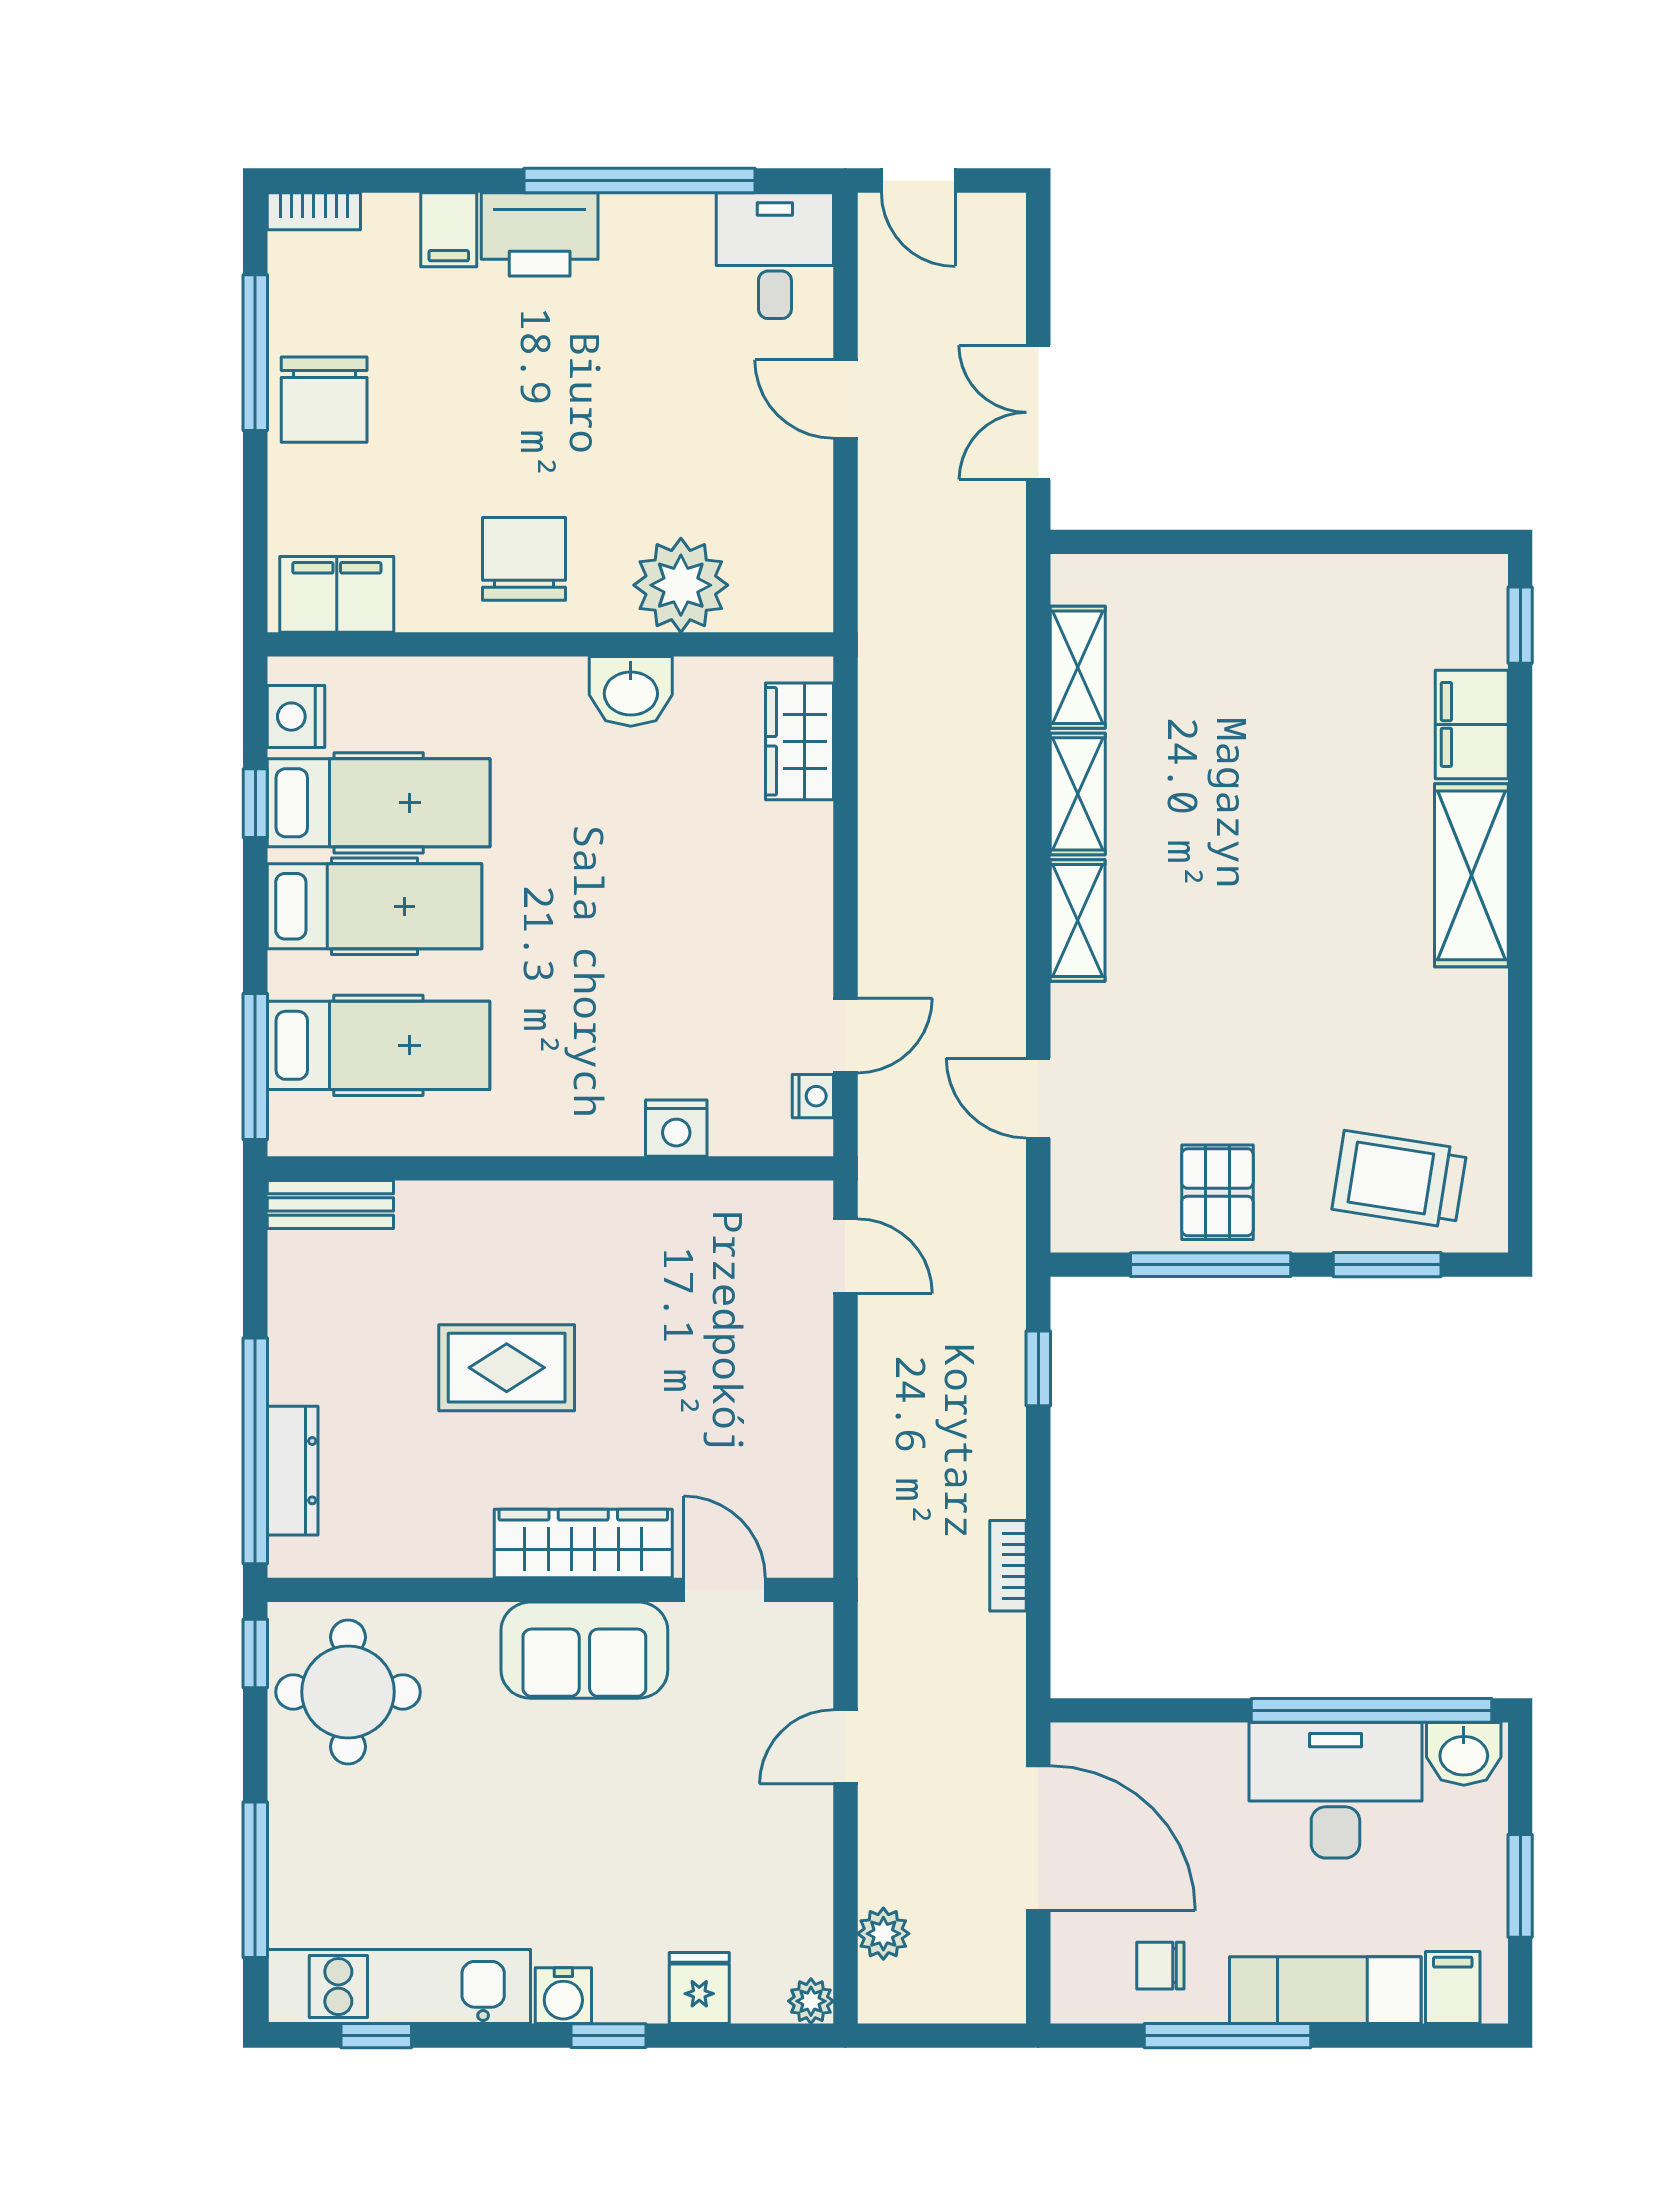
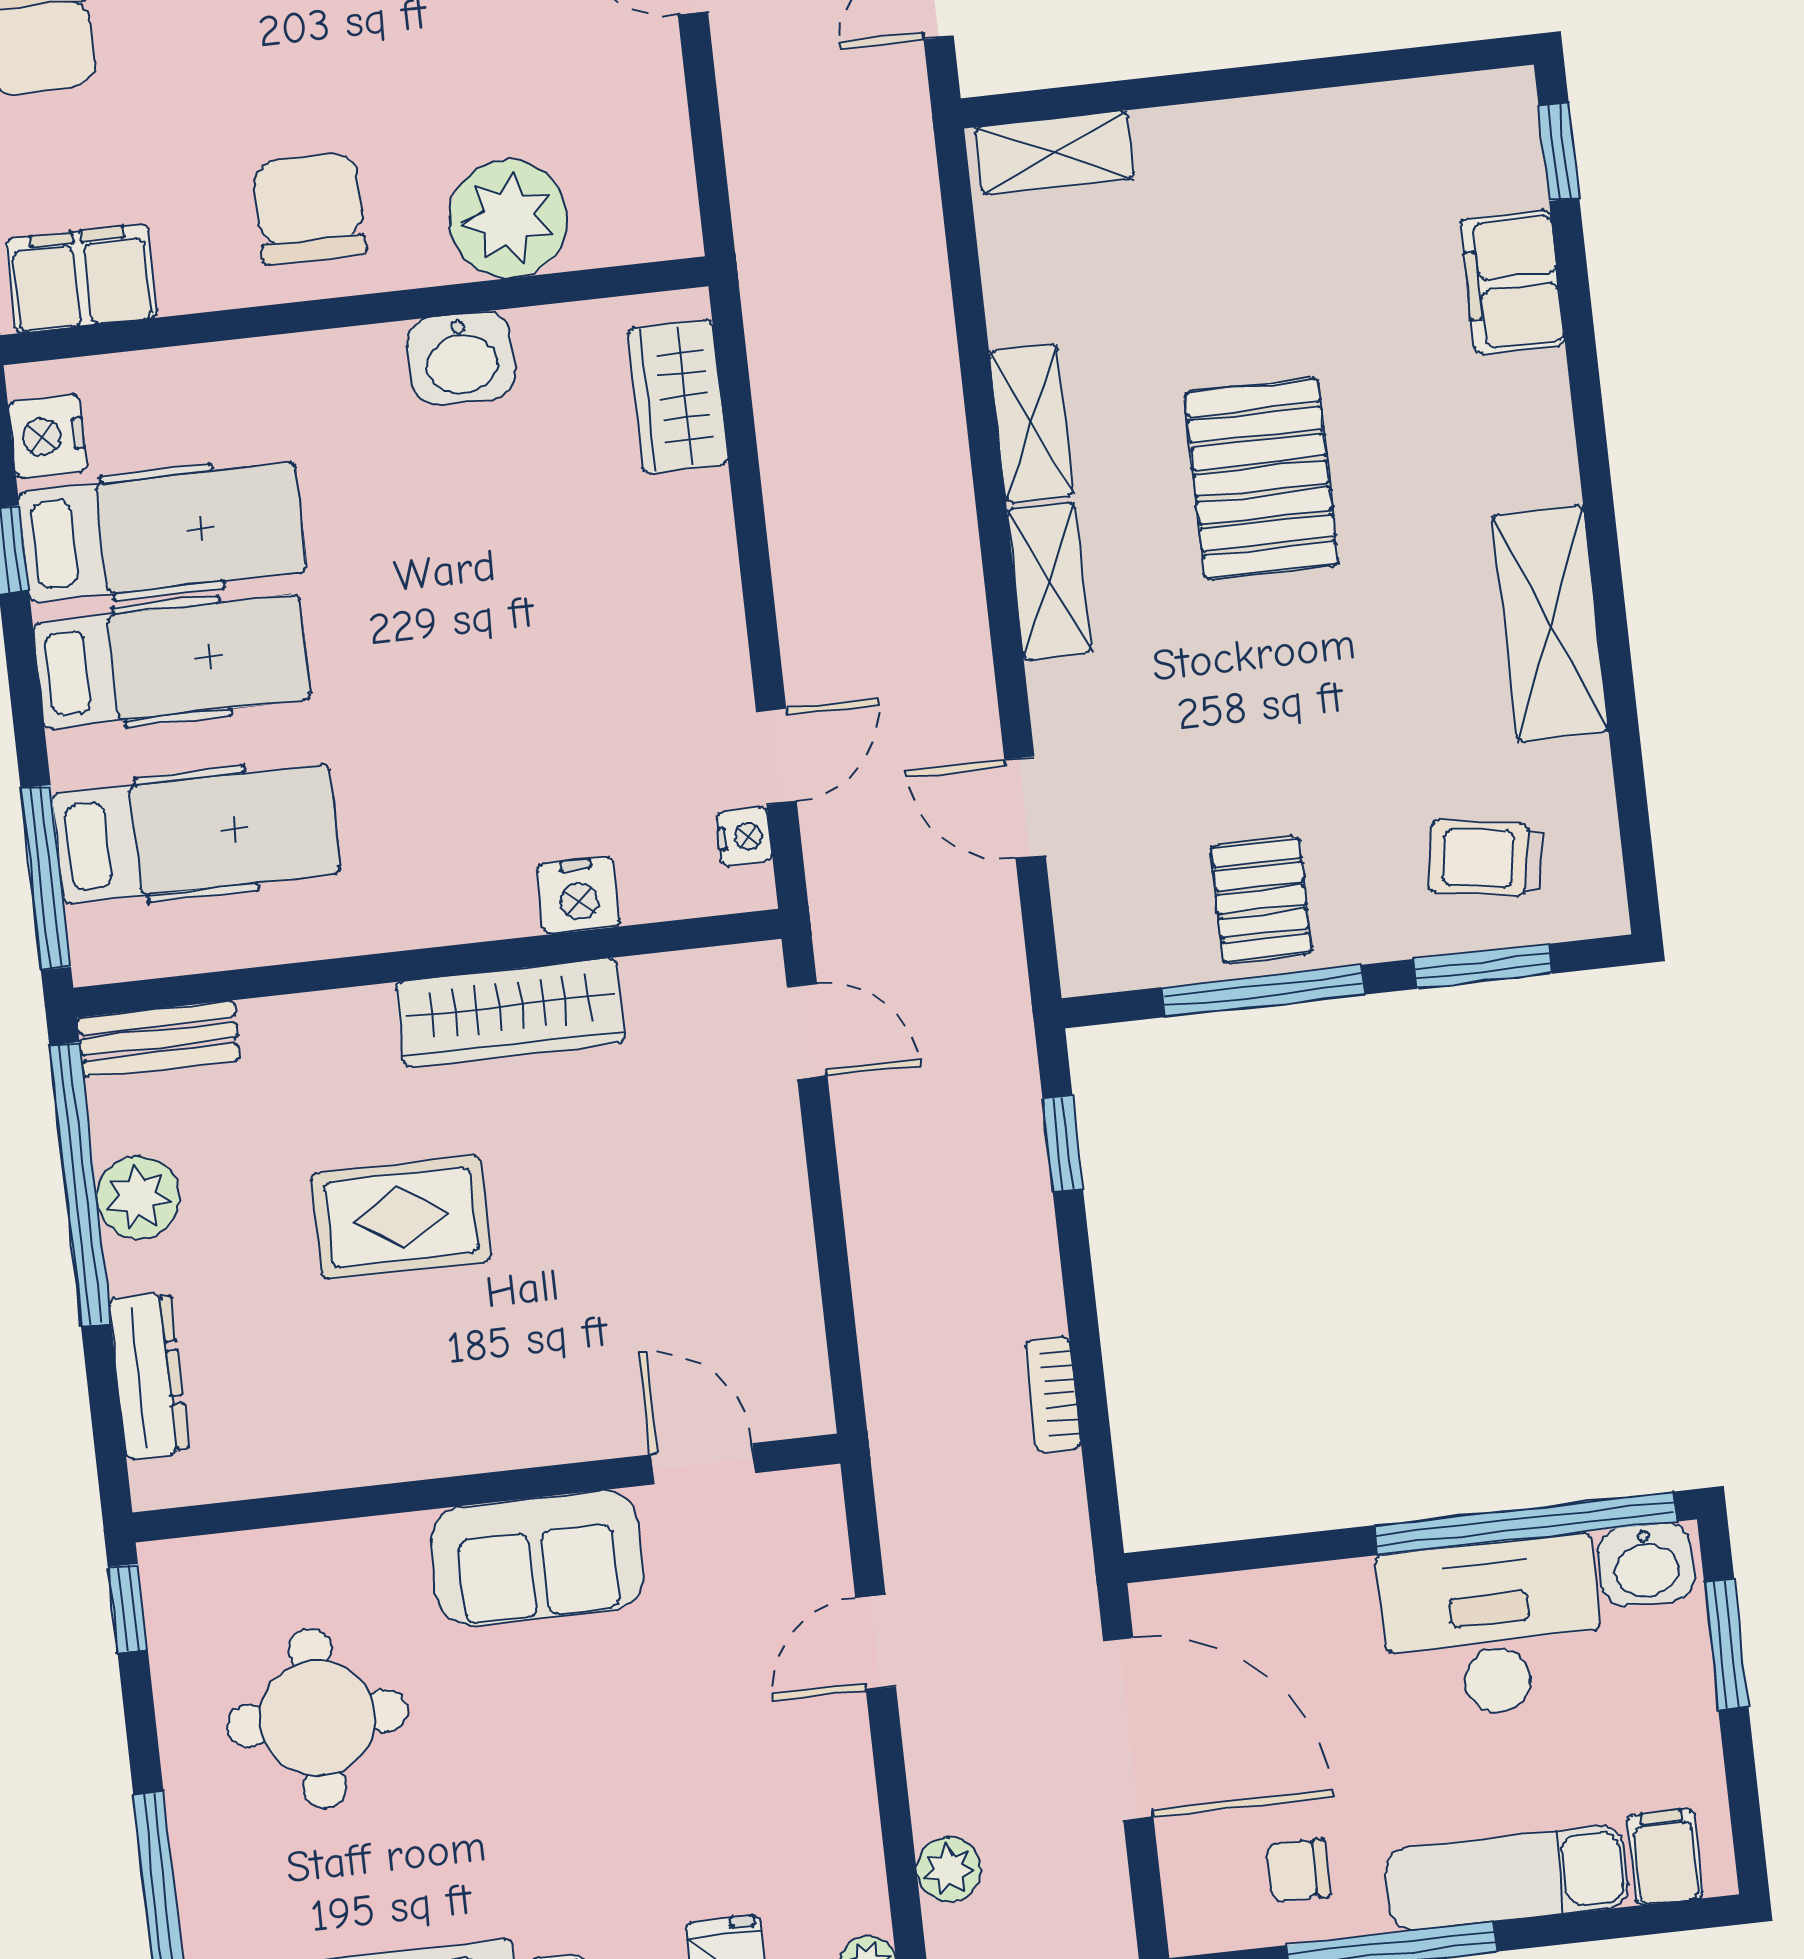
shelving: (1078, 667) -> (1055, 153), moved, turned 90
pallet: (1255, 858) -> (1261, 479), added
shelving: (1471, 875) -> (1550, 623), moved
trolley: (1399, 1179) -> (1486, 858), width x0.73, depth x0.72
plant: (300, 1328) -> (138, 1197), added
window: (255, 1451) -> (80, 1185), moved
wardrobe: (583, 1543) -> (510, 1012), moved, turned 180
round table: (348, 1692) -> (317, 1718), moved
window: (1520, 1886) -> (1726, 1644), moved

